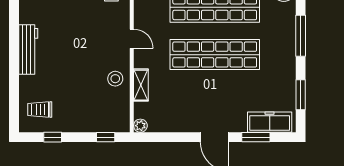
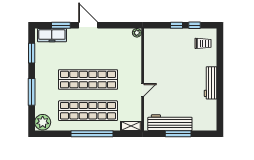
door: (132, 39) -> (143, 90), swing flipped
stool: (115, 79) -> (153, 64), removed
shelving: (141, 85) -> (137, 59), removed
window: (106, 137) -> (176, 25), moved

